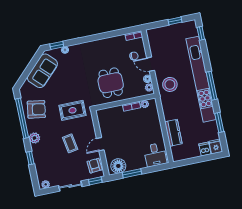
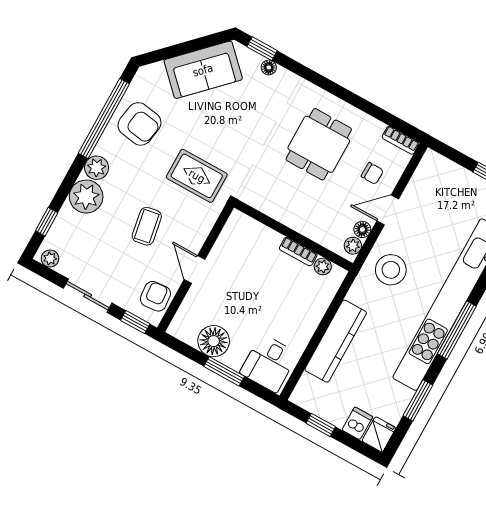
door: (151, 64) -> (388, 210), hinge flipped
dining table: (111, 83) -> (319, 144), moved
kitchen counter: (173, 133) -> (336, 341), width x1.50
door: (100, 144) -> (195, 269), hinge flipped
plant: (40, 151) -> (86, 197), added
window: (30, 158) -> (47, 222), moved
window: (192, 161) -> (321, 425), added
floor lamp: (118, 166) -> (214, 341), moved
window: (132, 173) -> (224, 371), moved

